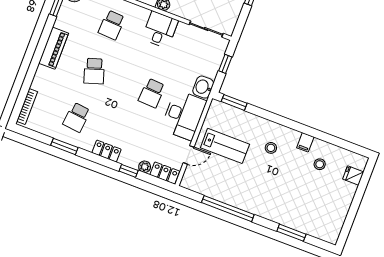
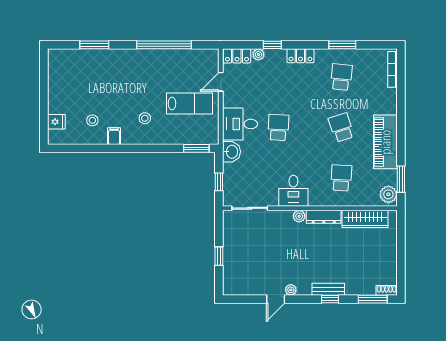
piano: (54, 48) -> (385, 142), width x1.37, depth x1.33
desk: (184, 115) -> (240, 124), width x0.73
lab bench: (225, 146) -> (189, 103), turned 180

